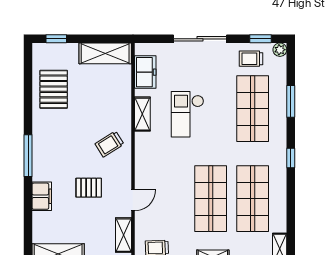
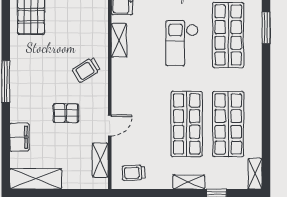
checkout: (187, 114) -> (182, 43), moved
window: (291, 158) -> (266, 84), removed
filing cabinet: (42, 196) -> (19, 137), moved

